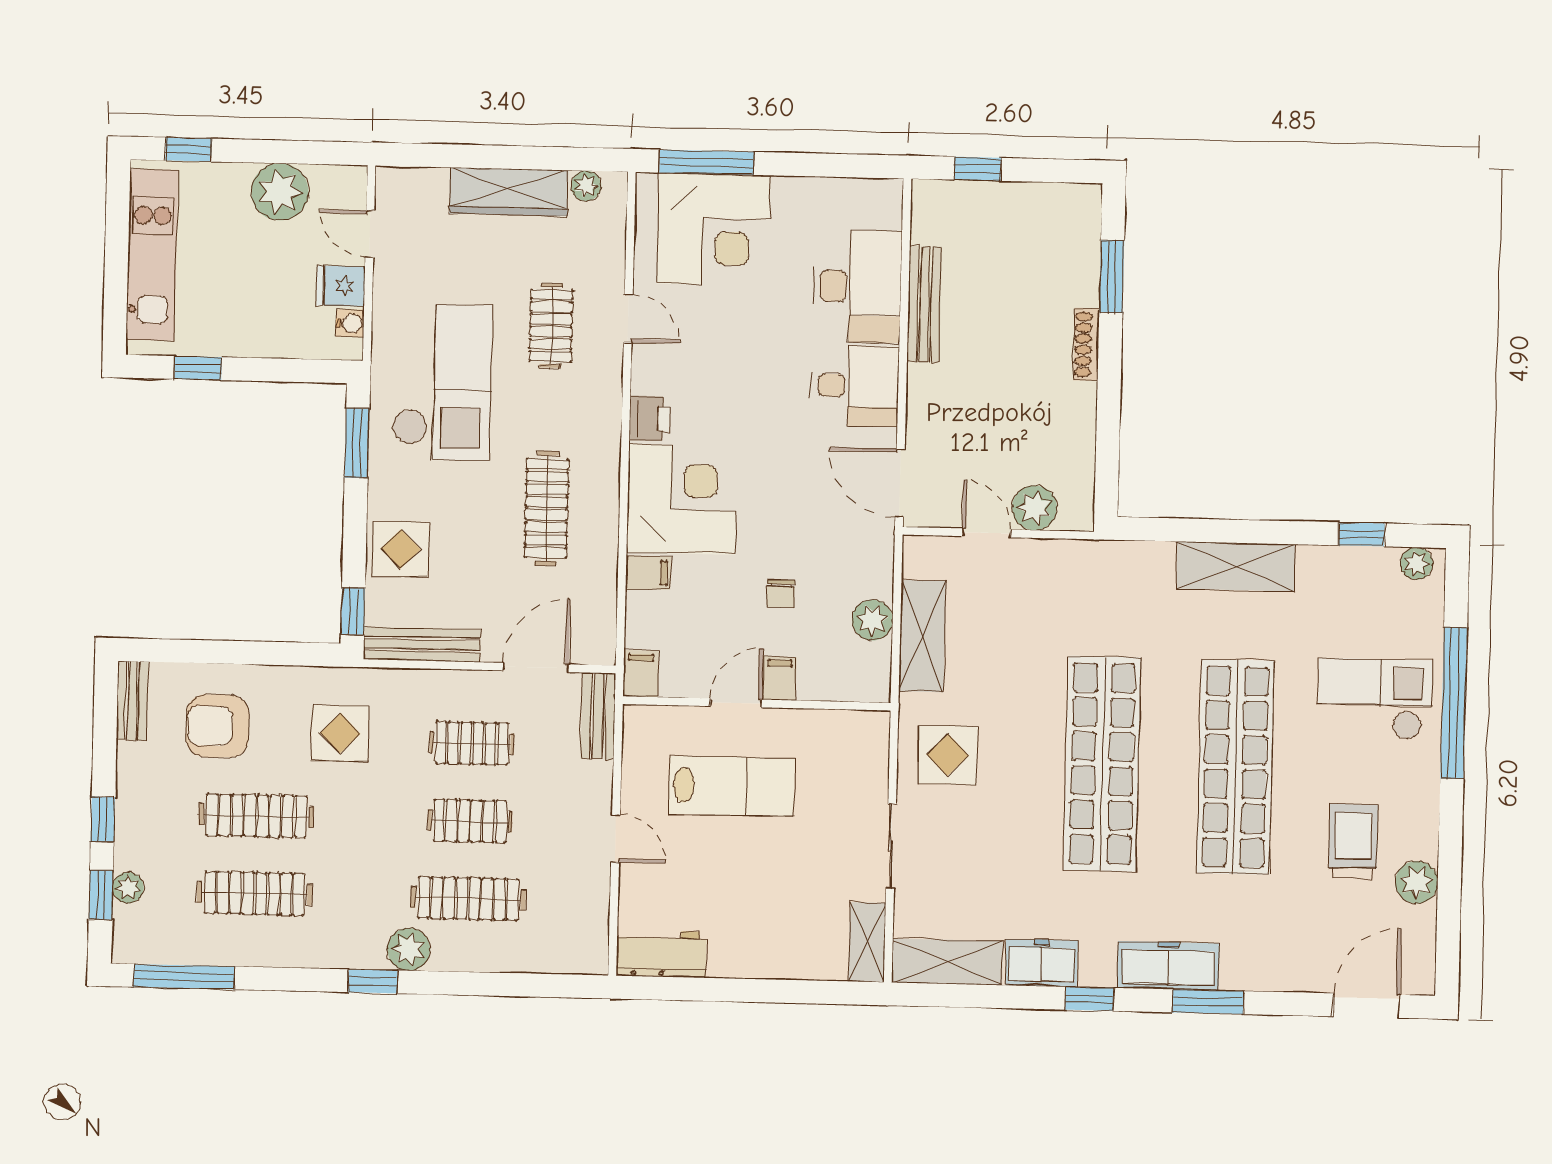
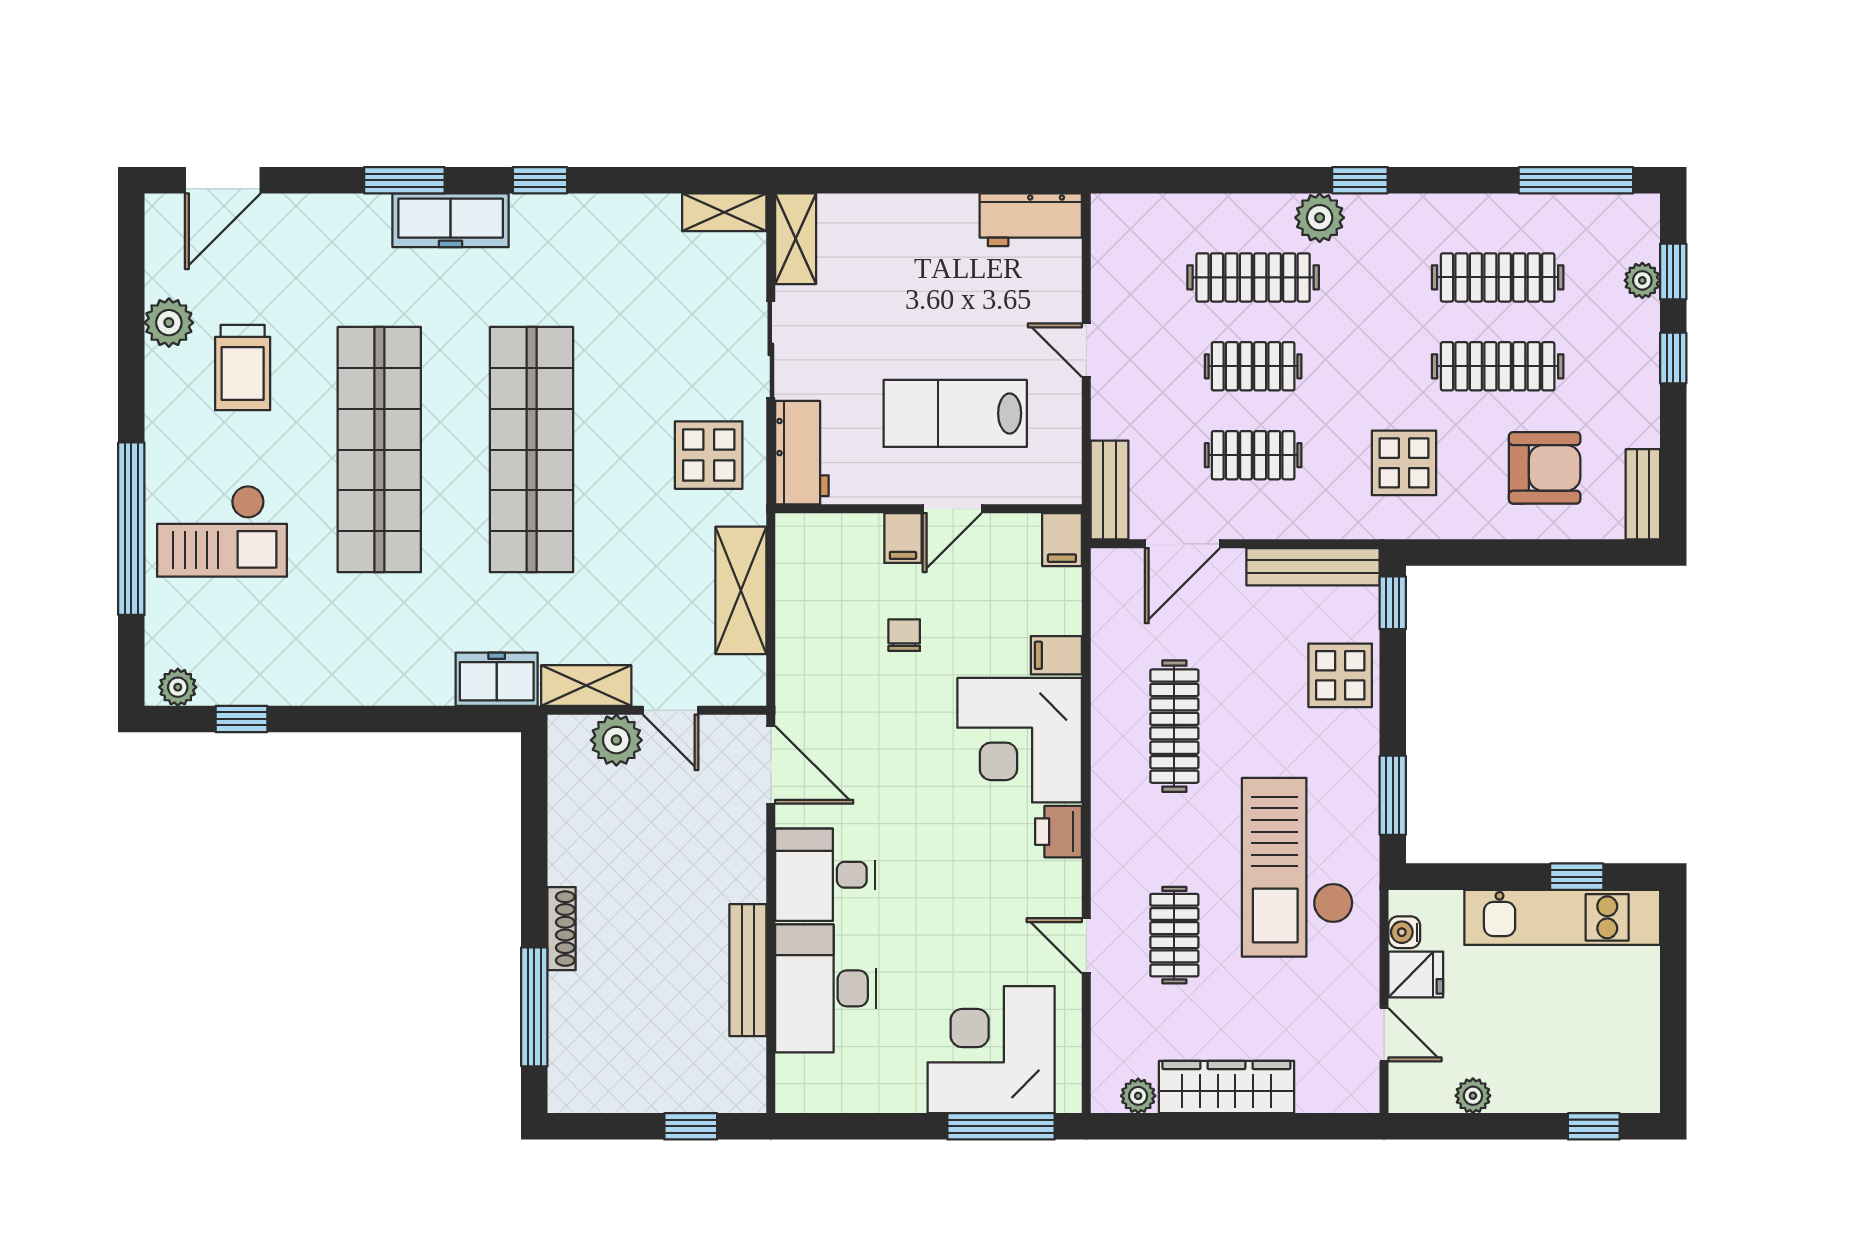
plant: (280, 192) -> (1473, 1096), width x0.53, depth x0.53
kitchen unit: (152, 255) -> (1562, 917), moved, turned -90
window: (1112, 277) -> (534, 1007), width x1.44
shelving: (1236, 566) -> (586, 685), moved, width x0.67, depth x0.75
plant: (872, 620) -> (799, 607), removed
workbench: (866, 755) -> (802, 453), added
shelving: (947, 962) -> (724, 212), width x0.67, depth x0.75
freezer: (1041, 963) -> (497, 679), moved, turned 180

